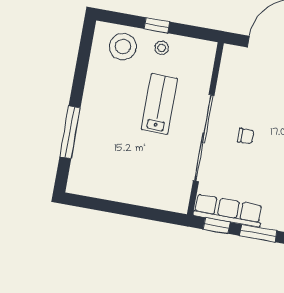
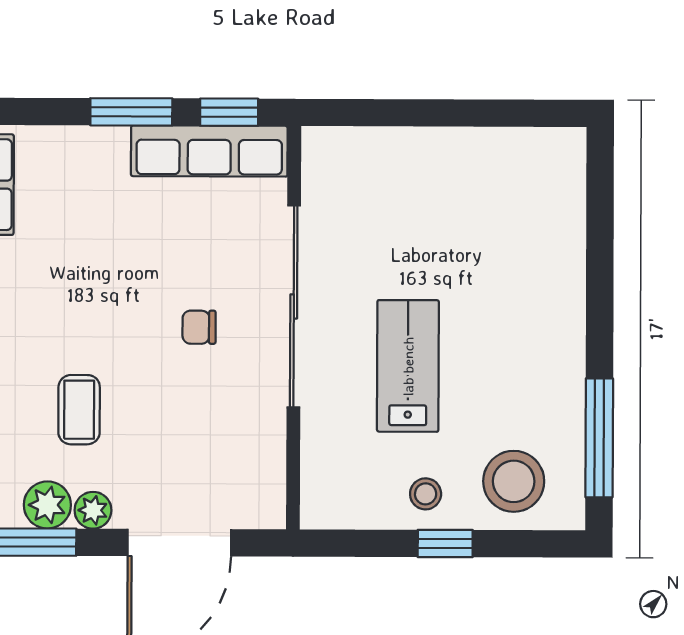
lab bench: (159, 104) -> (408, 366), turned 180
window: (70, 132) -> (599, 438), moved

